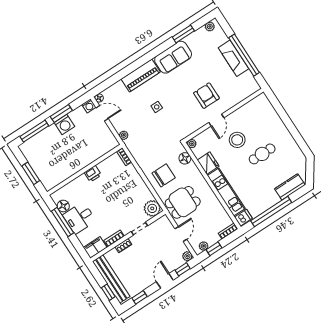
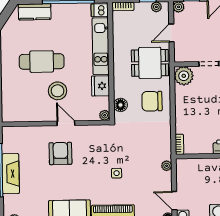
armchair: (206, 96) -> (60, 153), turned 180
door: (216, 120) -> (66, 123), hinge flipped
cafe table: (262, 154) -> (42, 62), width x1.37, depth x1.35

